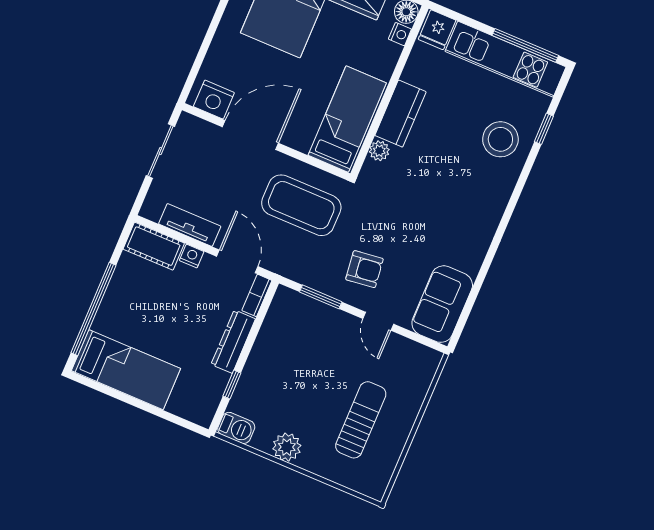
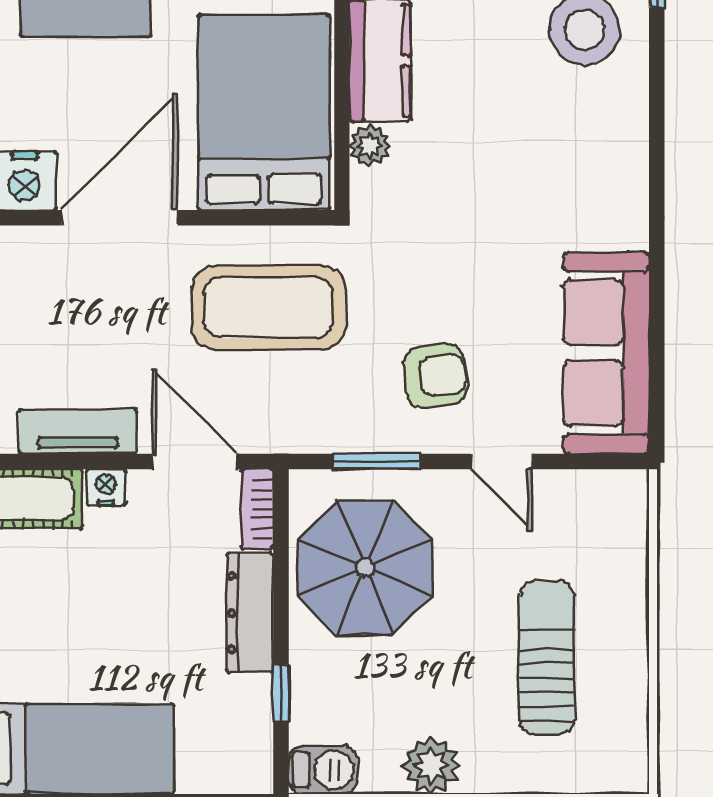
bed: (347, 119) -> (264, 112), width x1.50
sofa: (442, 304) -> (606, 353), width x1.36
parasol: (295, 343) -> (365, 567), added

